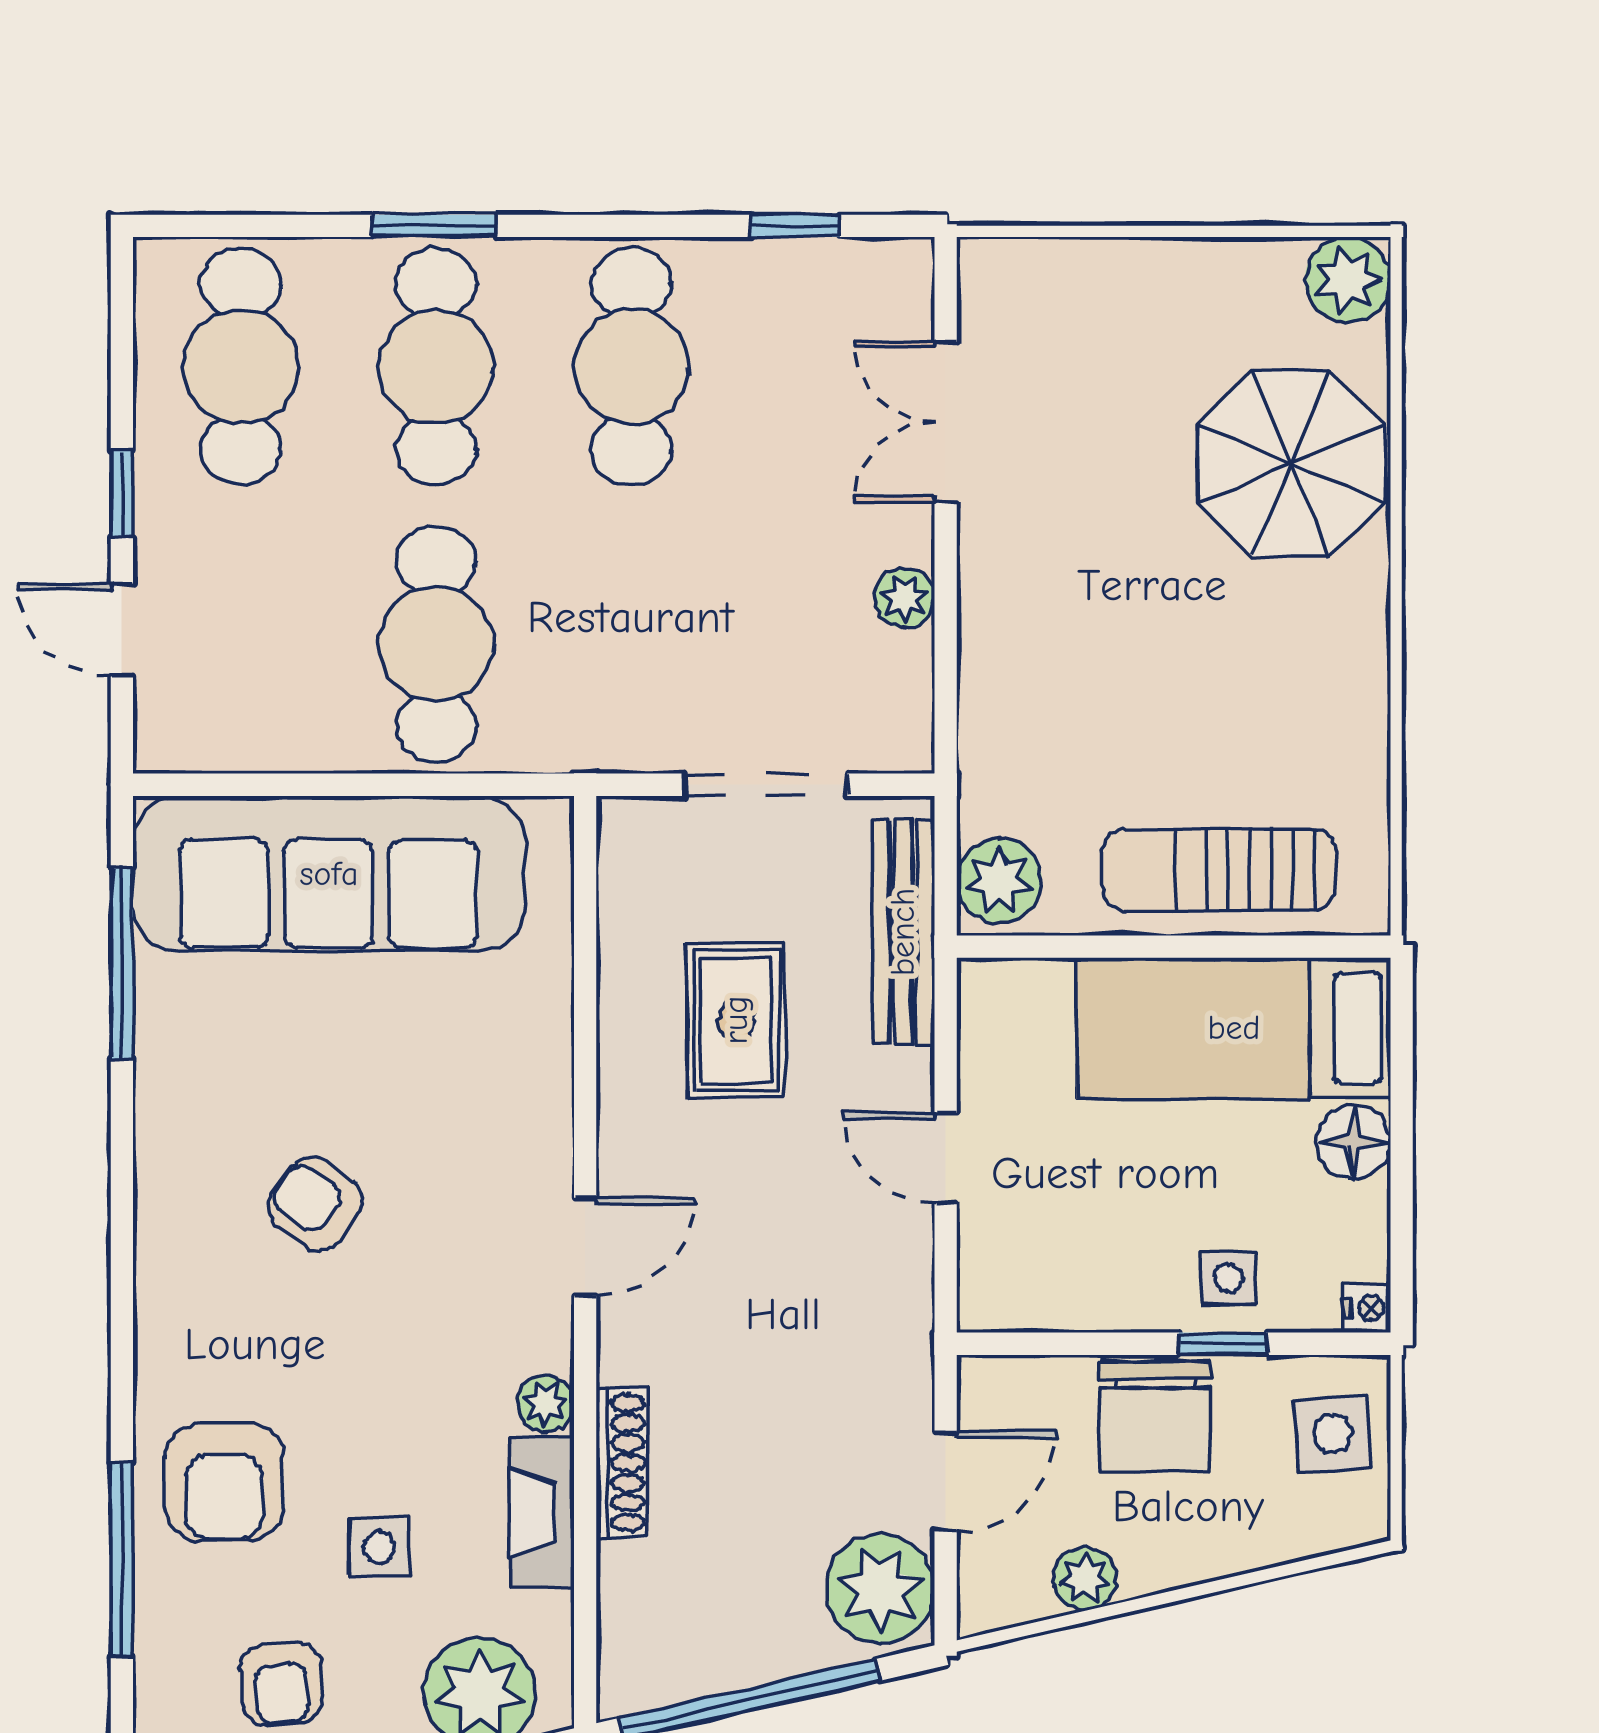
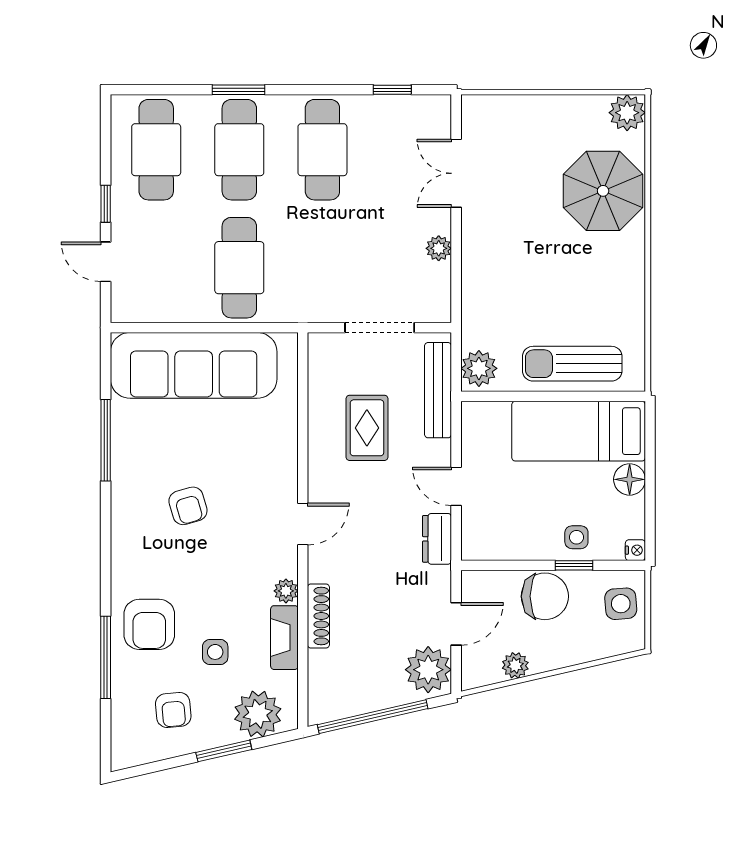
window: (122, 963) -> (106, 440), moved
armchair: (315, 1204) -> (188, 506), turned -142
dresser: (901, 1281) -> (437, 539), added
chair: (1154, 1416) -> (545, 596), turned -90

